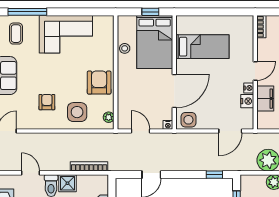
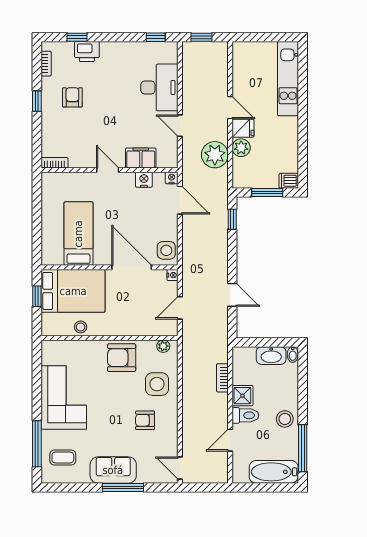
nightstand: (249, 88) -> (172, 178), moved
bookcase: (89, 166) -> (222, 378), width x0.64

